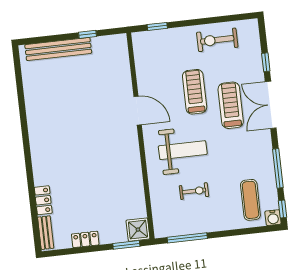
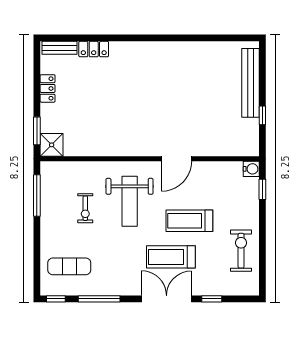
treadmill: (195, 92) -> (189, 221), turned 180
treadmill: (231, 105) -> (171, 257), turned 180
water cooler: (273, 218) -> (251, 169), moved, turned 180

